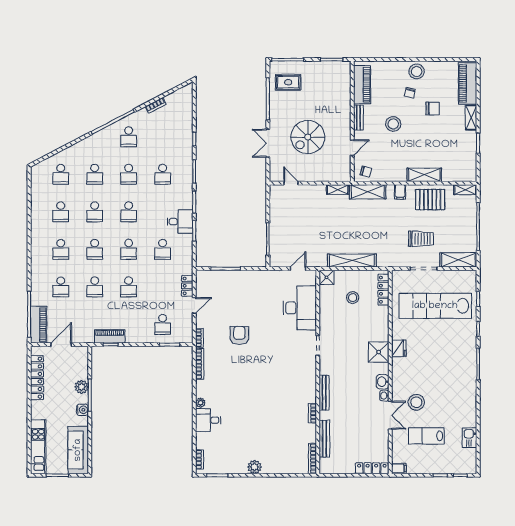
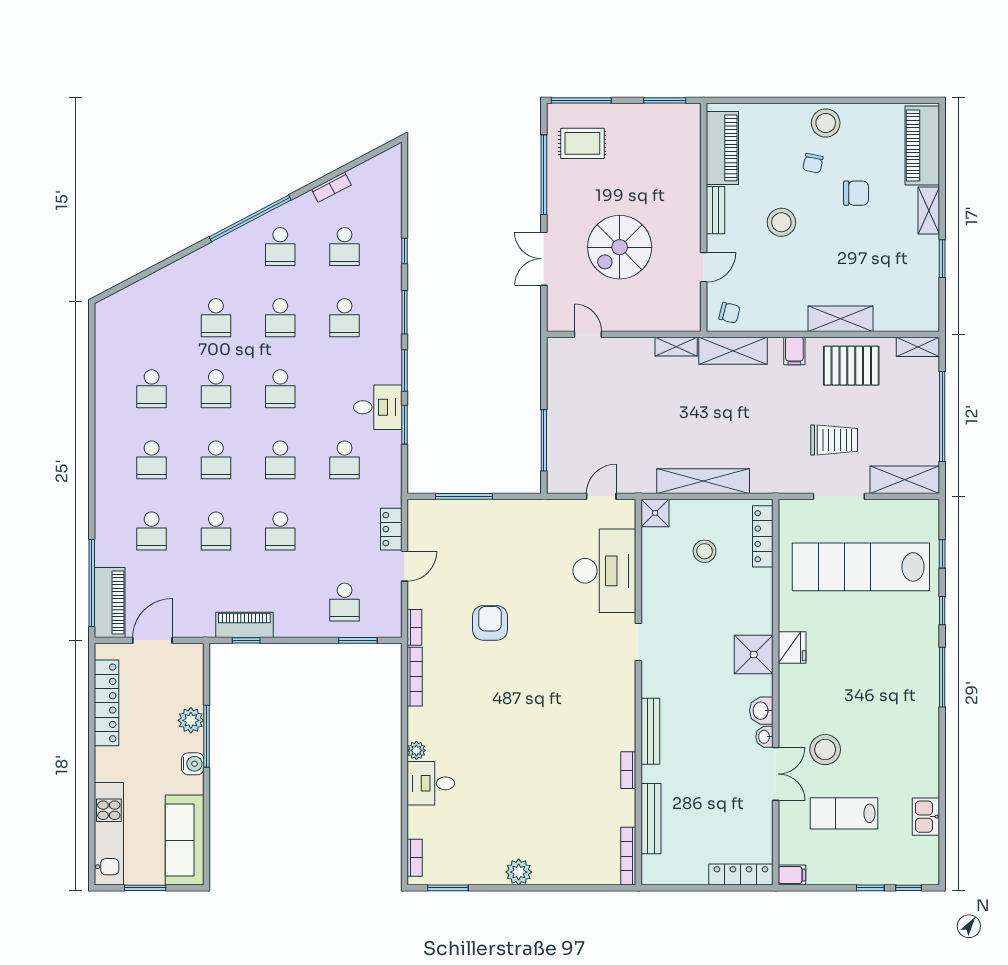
school desk: (61, 174) -> (345, 247), moved

